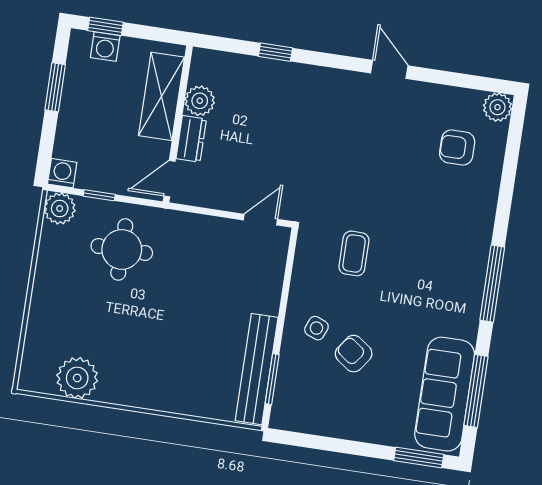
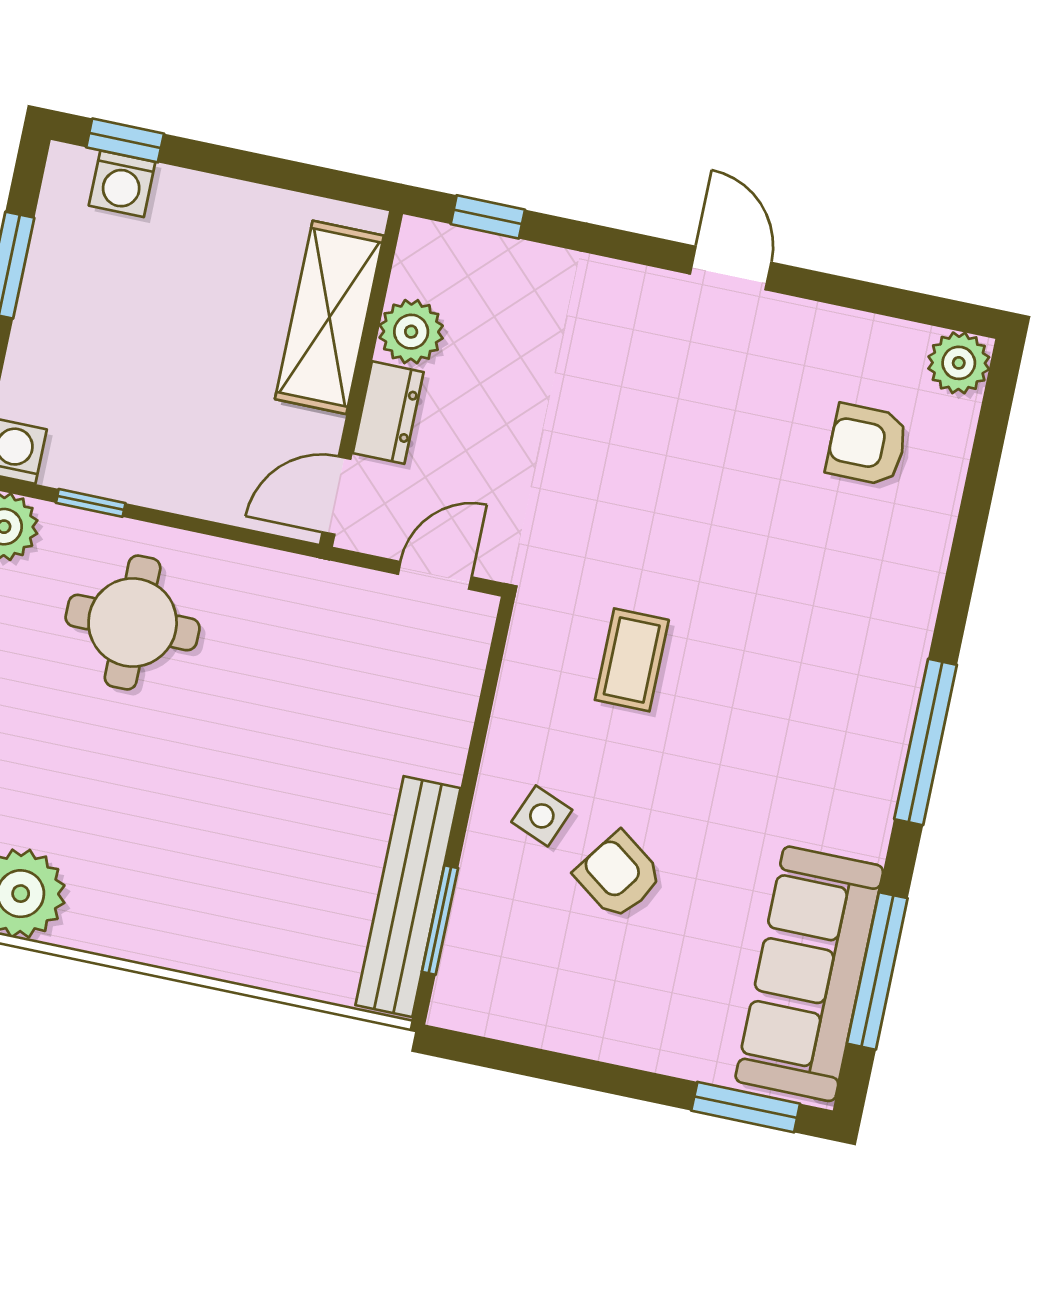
shelving: (162, 96) -> (329, 317), moved
plant: (200, 101) -> (411, 332), moved
wall: (178, 124) -> (361, 379), moved
dresser: (191, 139) -> (388, 413), moved
door: (169, 179) -> (336, 495), moved

